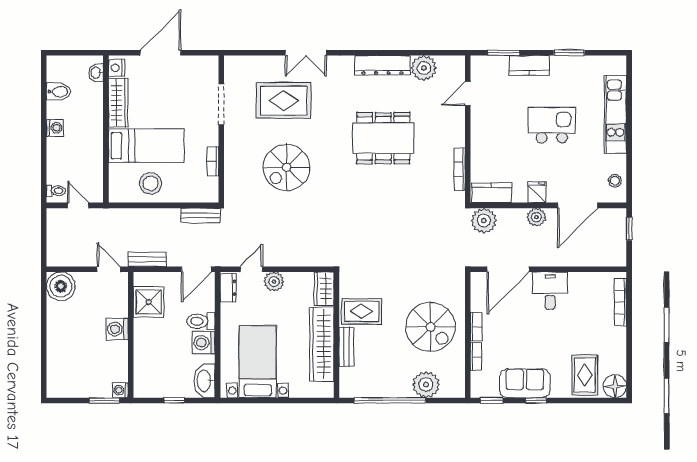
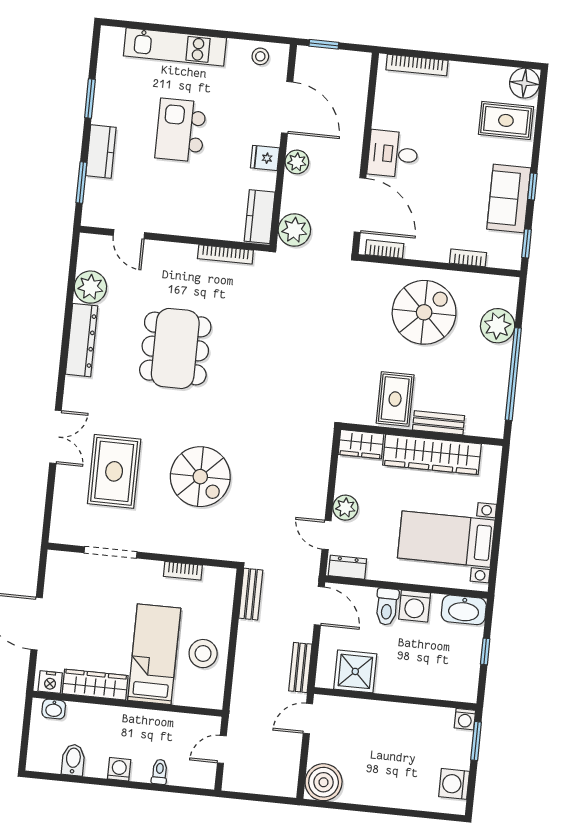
toilet: (56, 191) -> (160, 772), moved
bookcase: (476, 327) -> (385, 249), moved
washing machine: (117, 329) -> (454, 784), moved, turned 90

